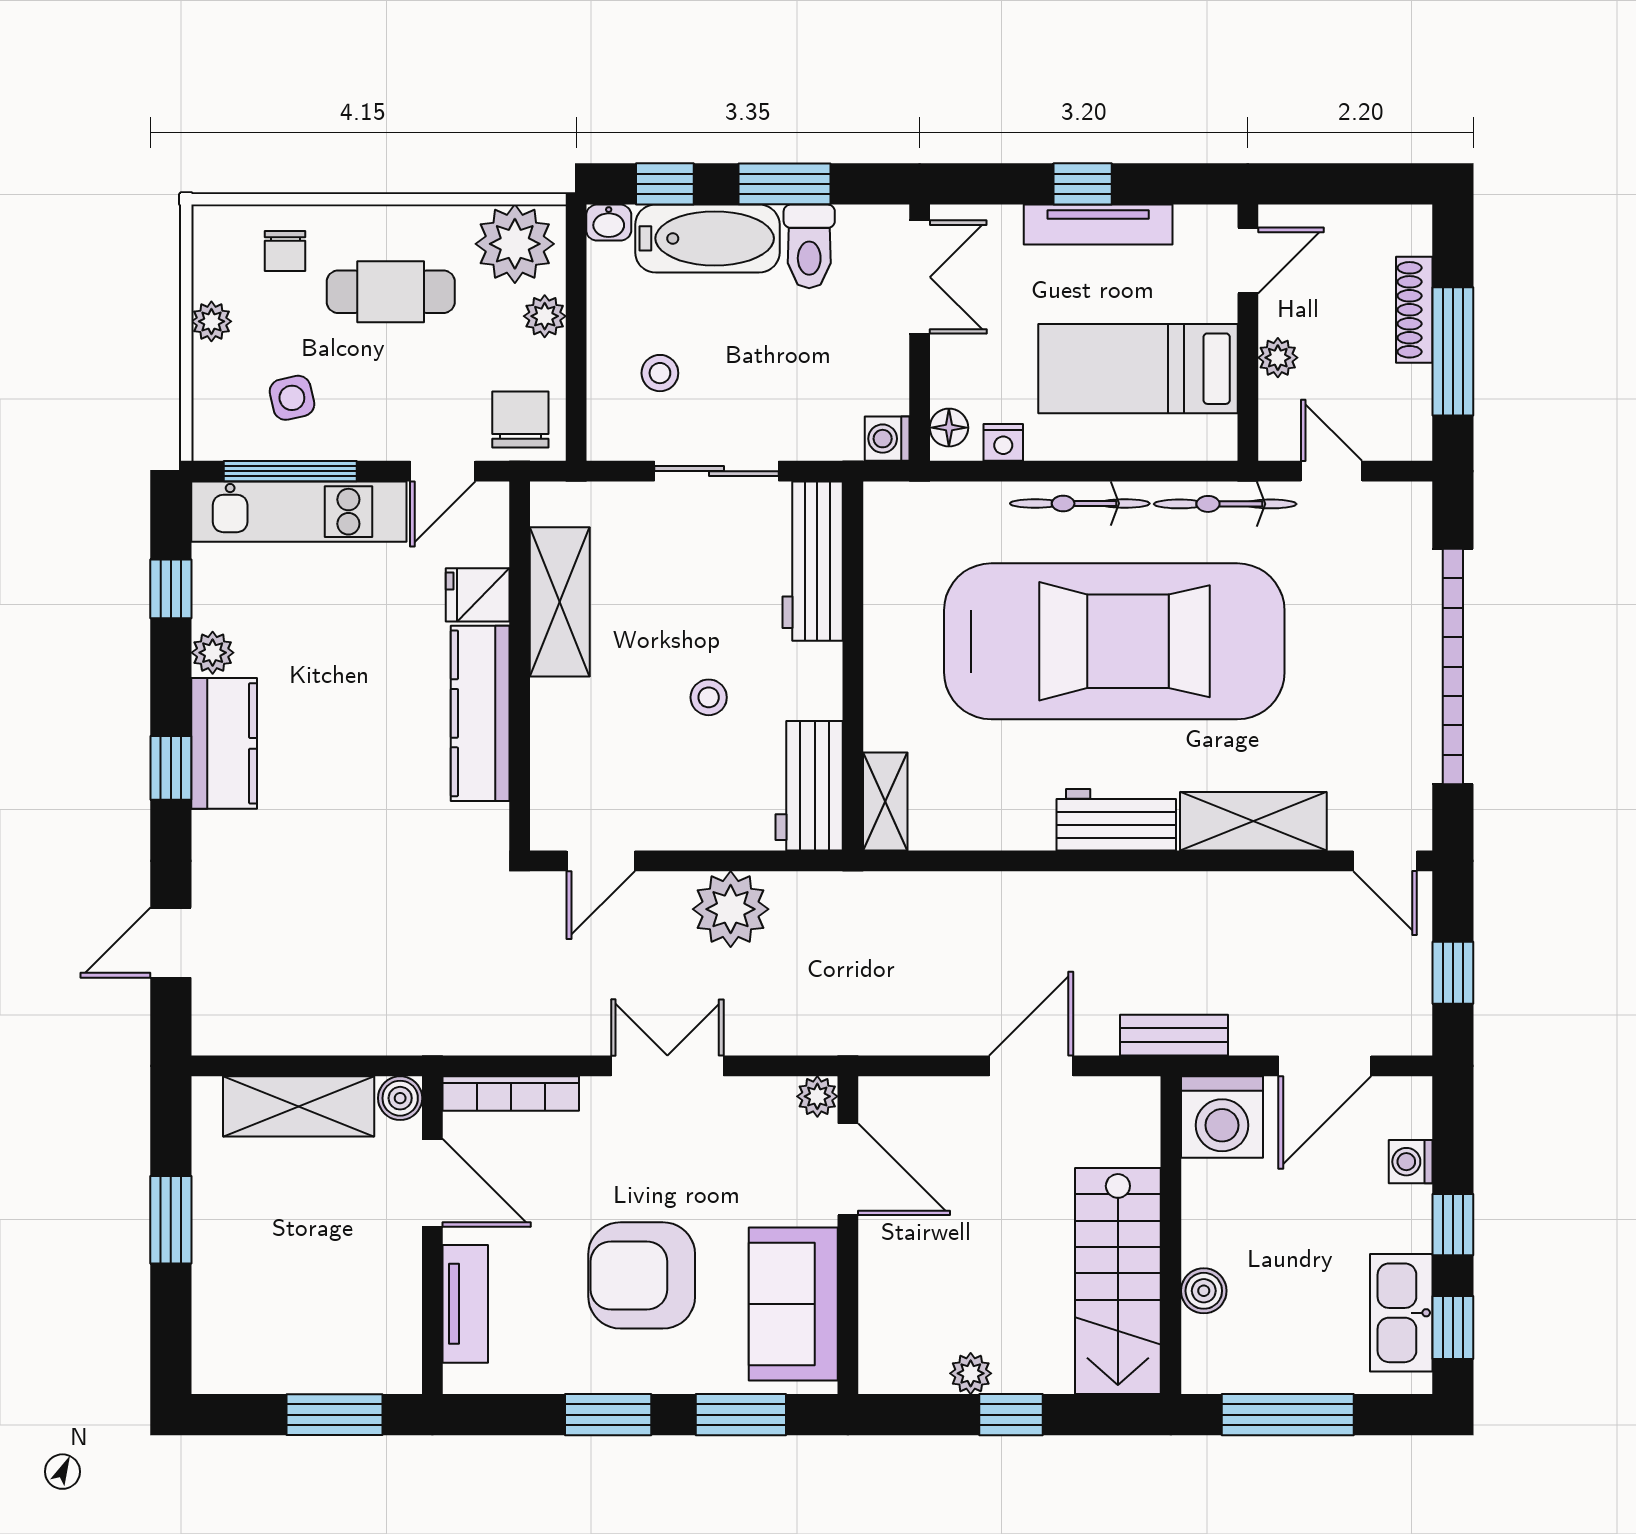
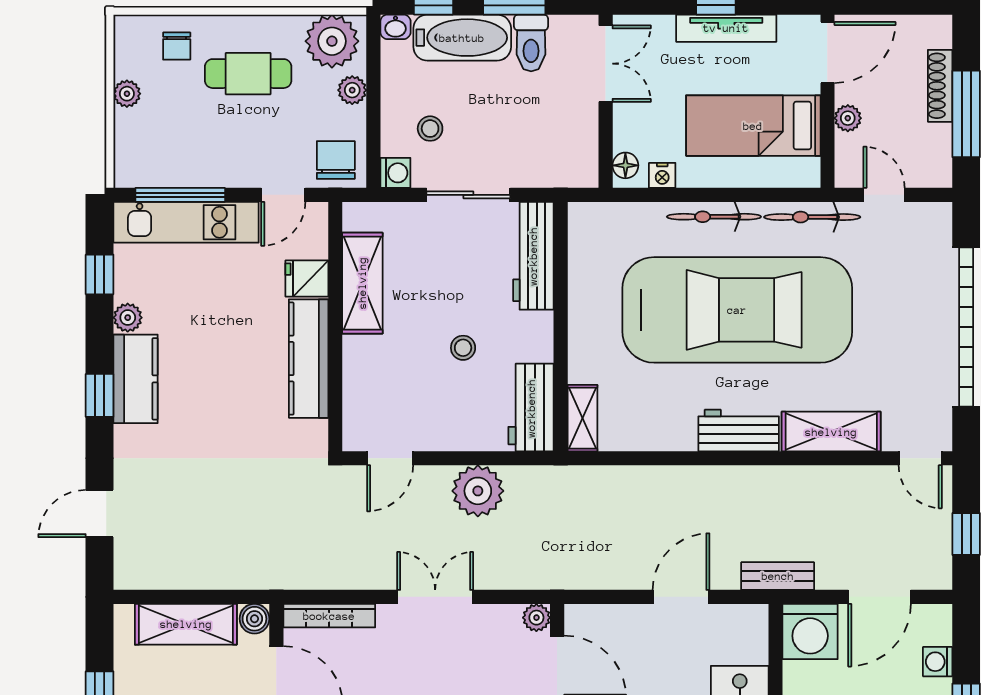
door: (1248, 260) -> (827, 52), width x1.38
side table: (292, 398) -> (181, 145), removed
washing machine: (887, 439) -> (395, 173), moved, turned 180

